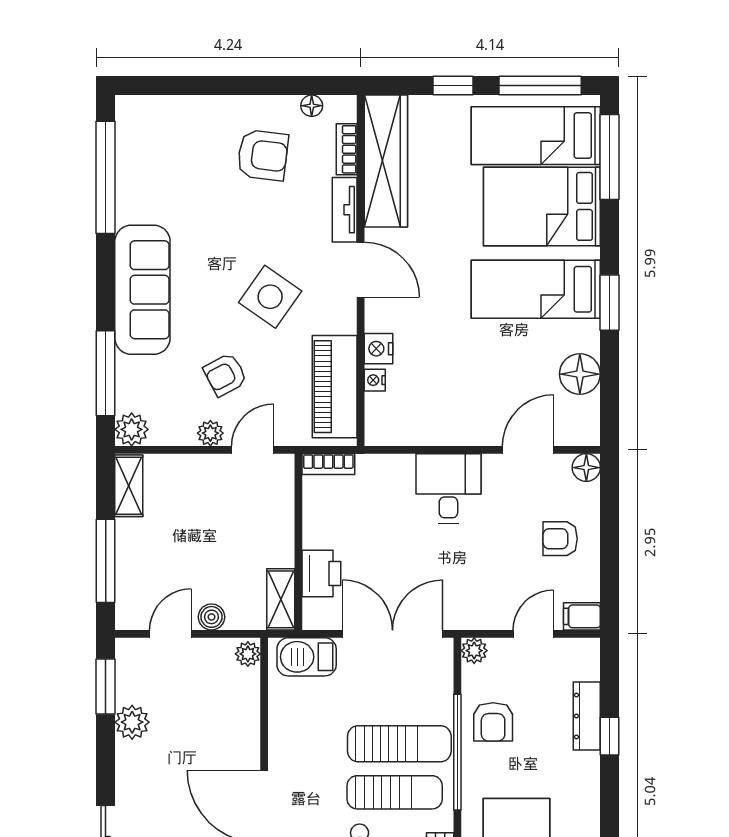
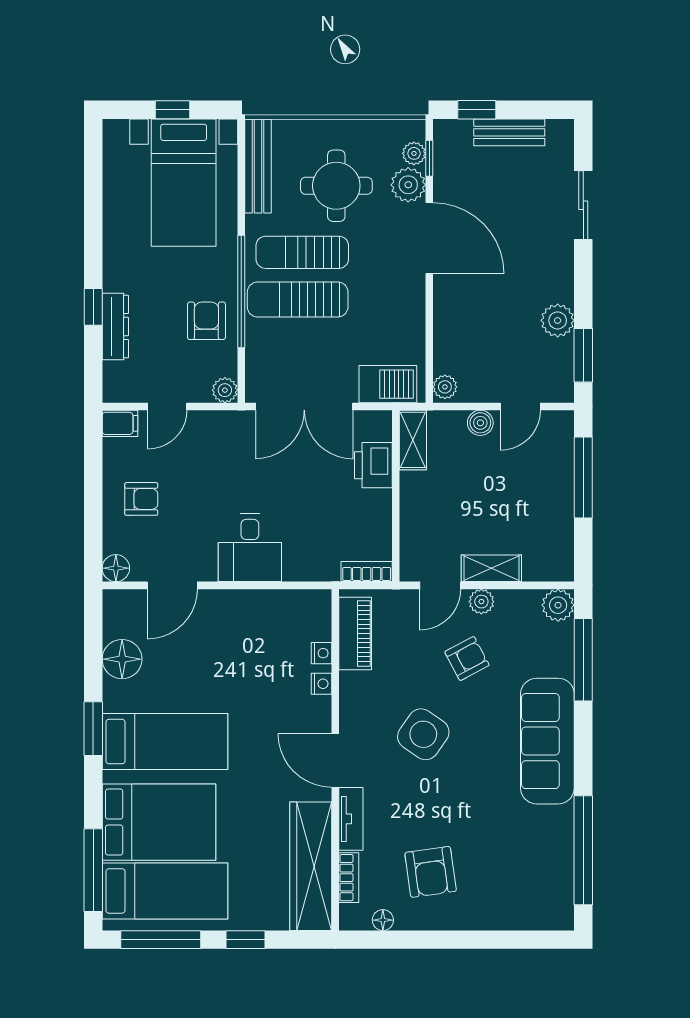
armchair: (263, 155) -> (431, 872), turned -105
nightstand: (379, 349) -> (321, 684), width x0.72, depth x0.74
piano: (335, 387) -> (355, 633), width x0.73, depth x0.75
shelving: (129, 486) -> (491, 568), moved, turned 90

